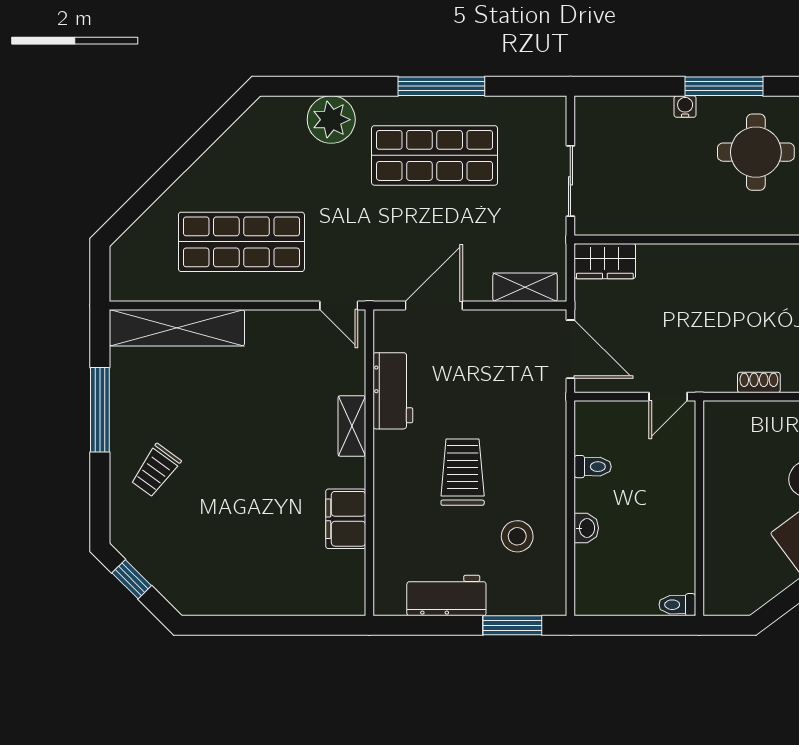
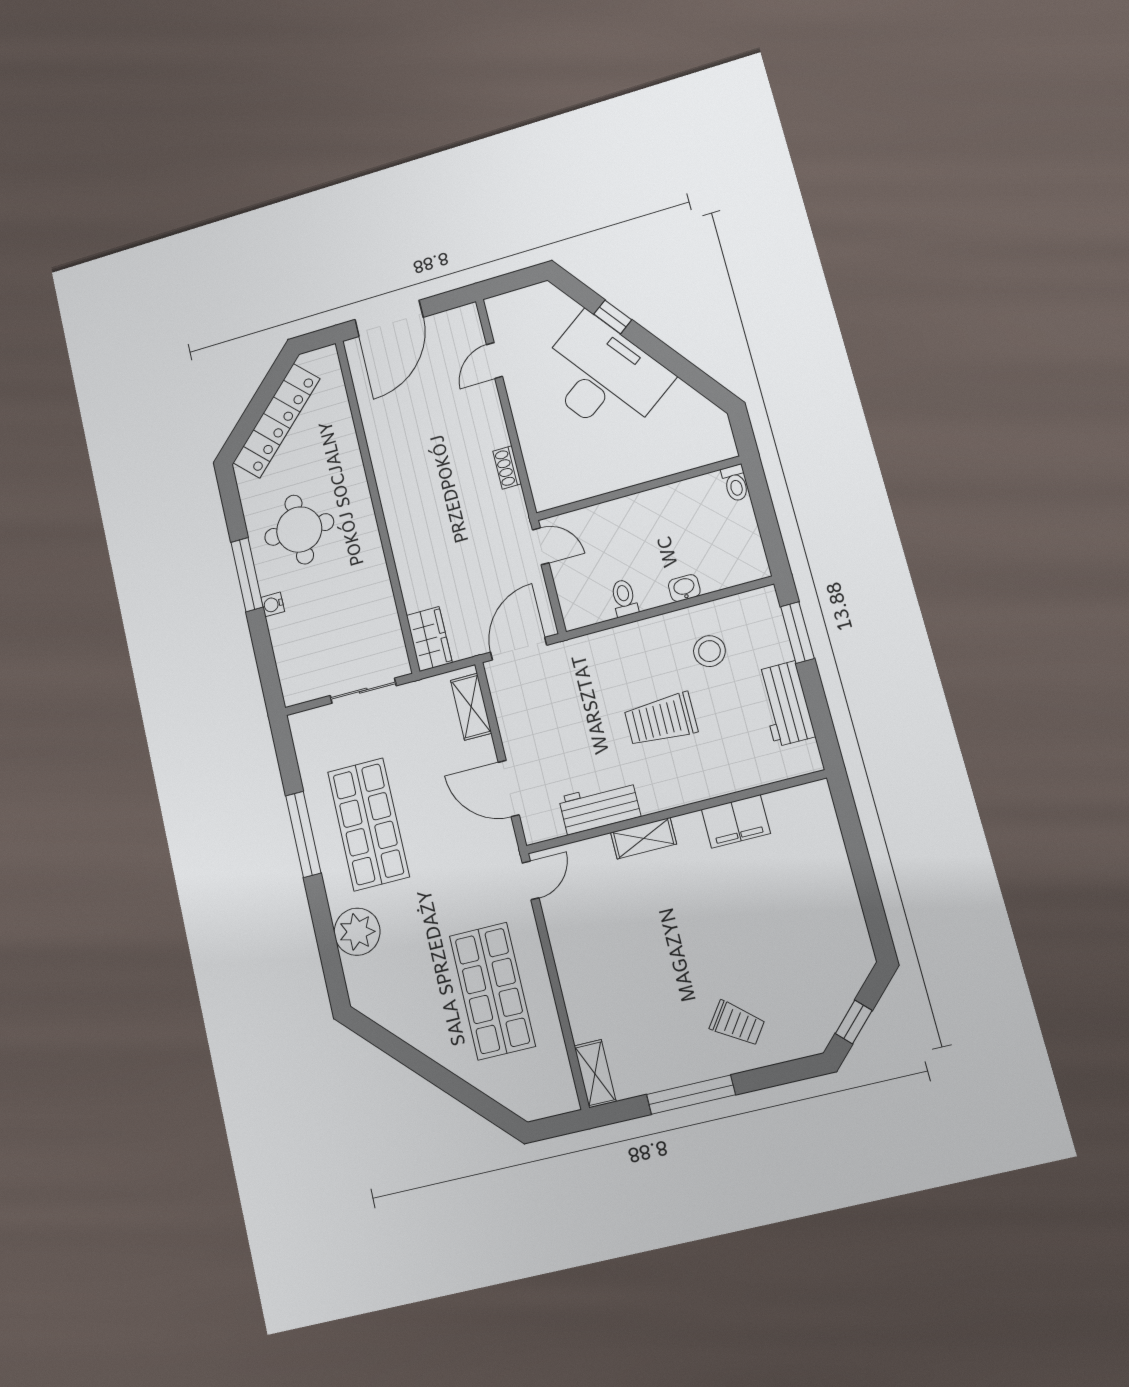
shelving: (177, 328) -> (595, 1074), width x0.45, depth x0.75

